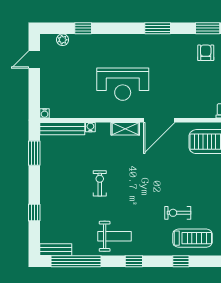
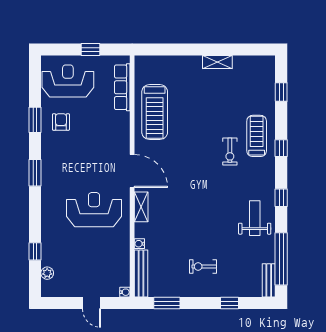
armchair: (206, 53) -> (61, 122), turned 90
door: (34, 59) -> (92, 303), moved
reception desk: (123, 84) -> (94, 210), turned -90
exercise bike: (100, 183) -> (203, 267), moved

